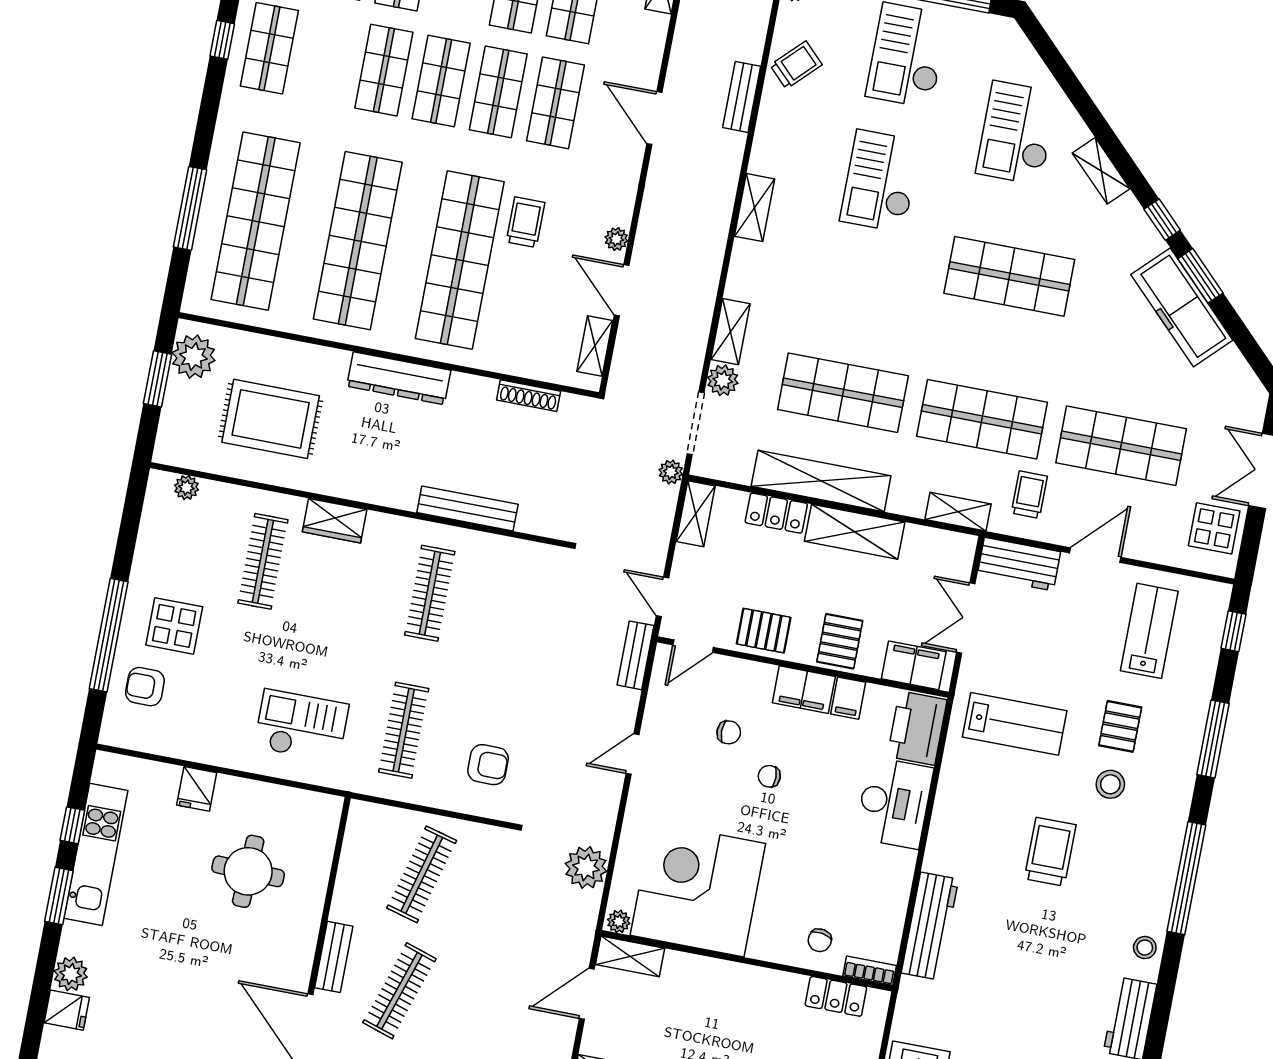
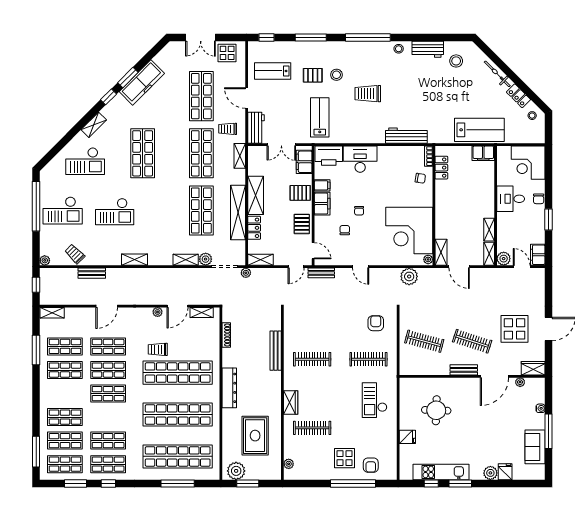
shop shelf: (384, 70) -> (108, 441), moved

